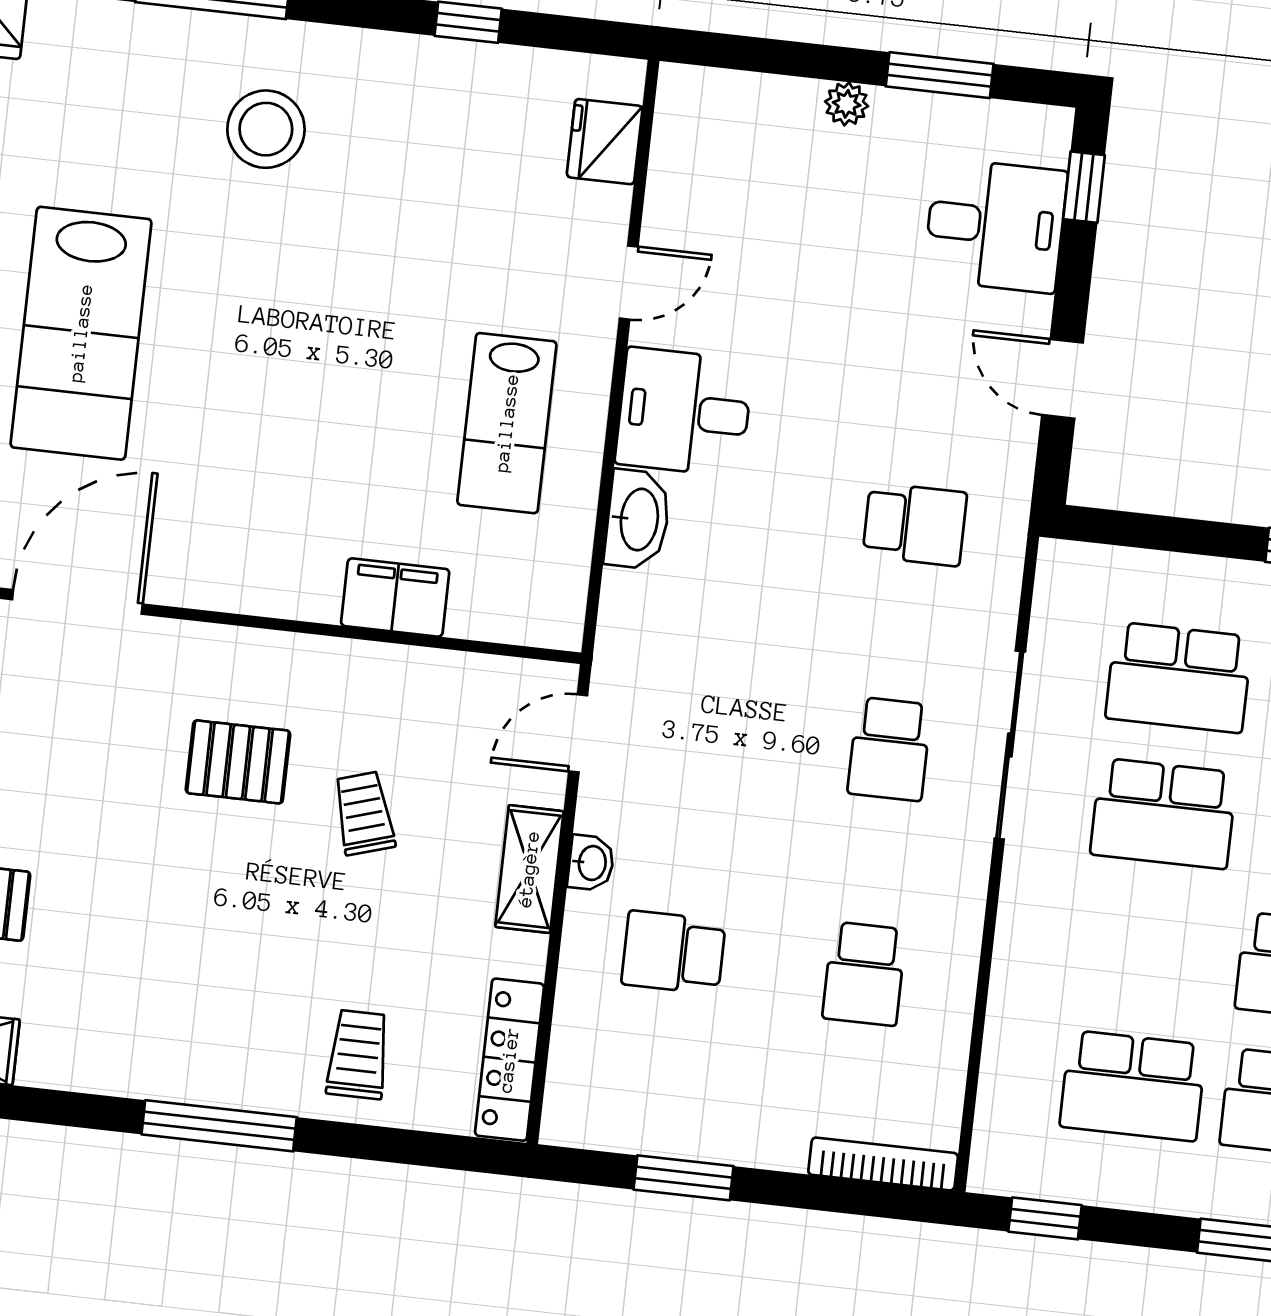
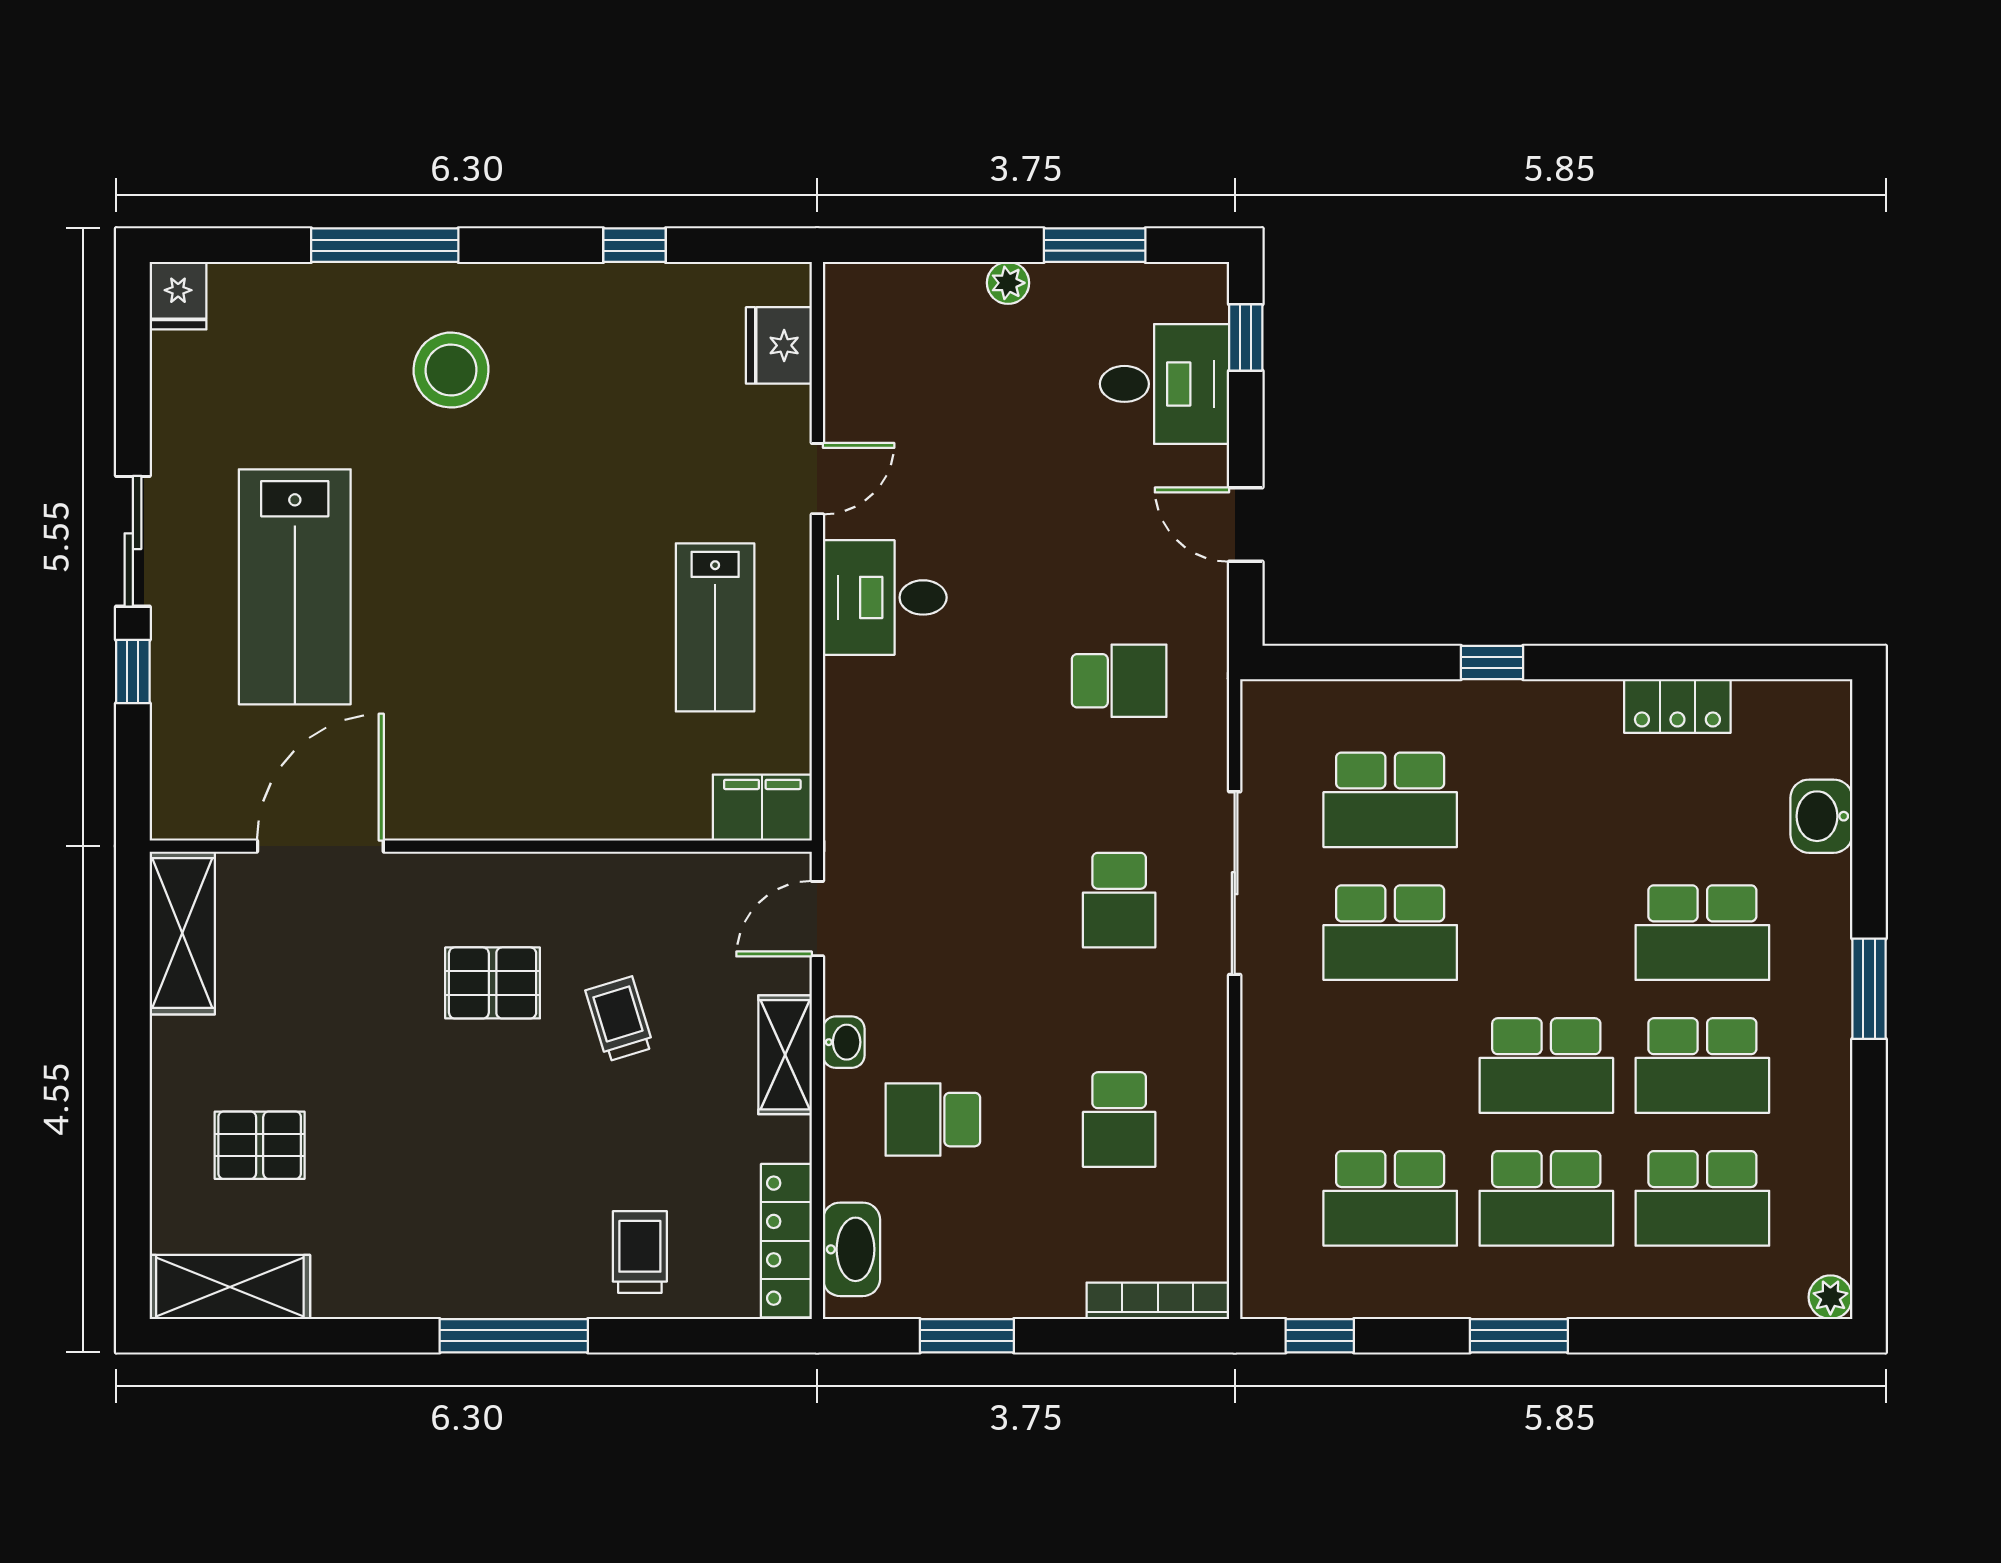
washbasin: (638, 519) -> (851, 1249), moved
filing cabinet: (395, 597) -> (762, 808), moved

